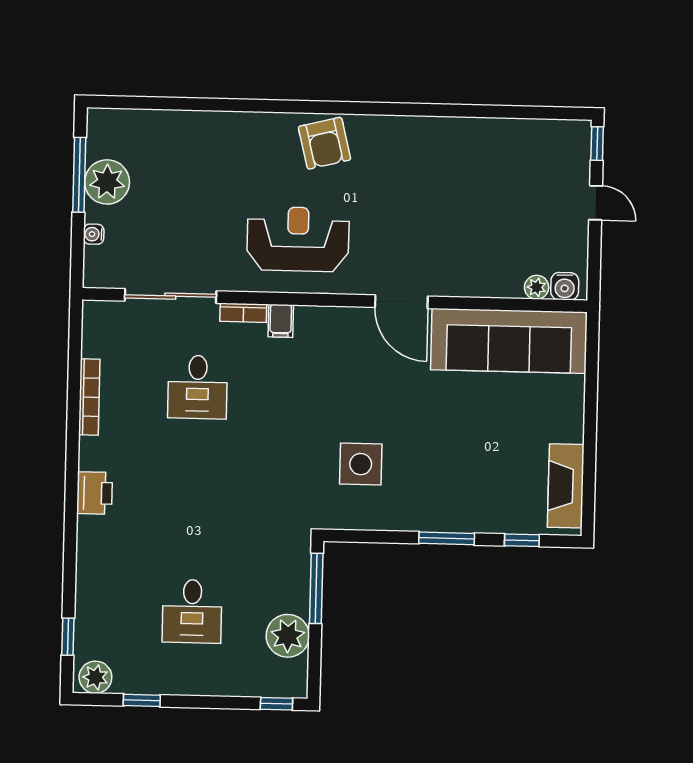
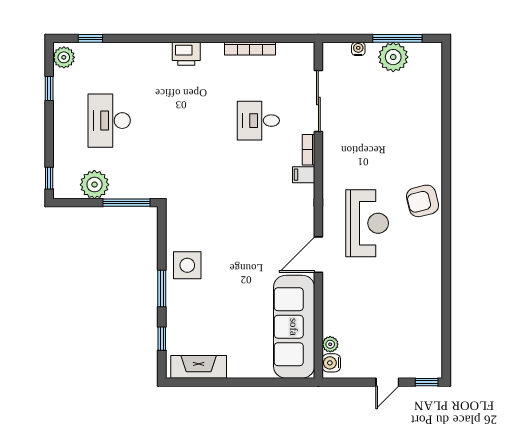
reception desk: (298, 239) -> (367, 223), moved
side table: (361, 464) -> (187, 265), moved
desk: (192, 611) -> (109, 121), width x1.37

